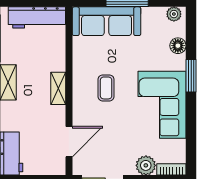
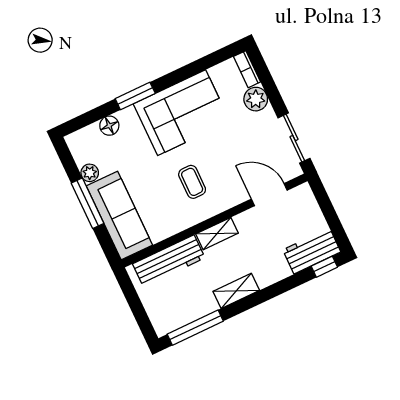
plant: (174, 14) -> (90, 173), moved
workbench: (37, 17) -> (169, 261), moved, turned 90
coffee table: (106, 88) -> (192, 182), turned 90

